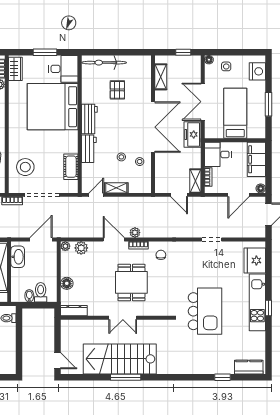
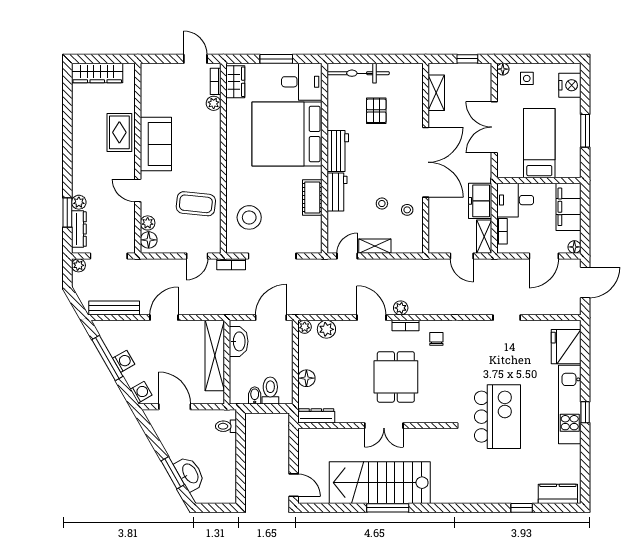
freezer: (192, 134) -> (480, 201), moved
cot: (71, 167) -> (312, 198), moved

